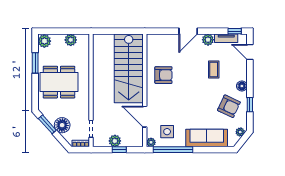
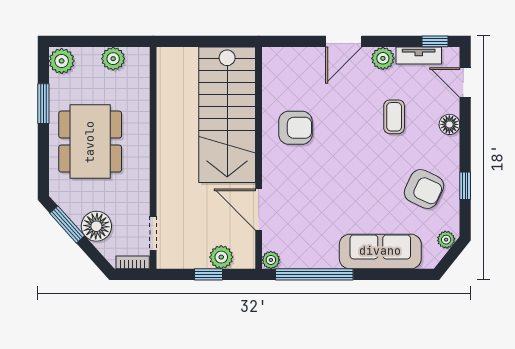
dining table: (59, 82) -> (90, 142), turned 90
floor lamp: (242, 86) -> (449, 124), moved
side table: (167, 132) -> (302, 239), removed
plant: (115, 141) -> (221, 257), moved

